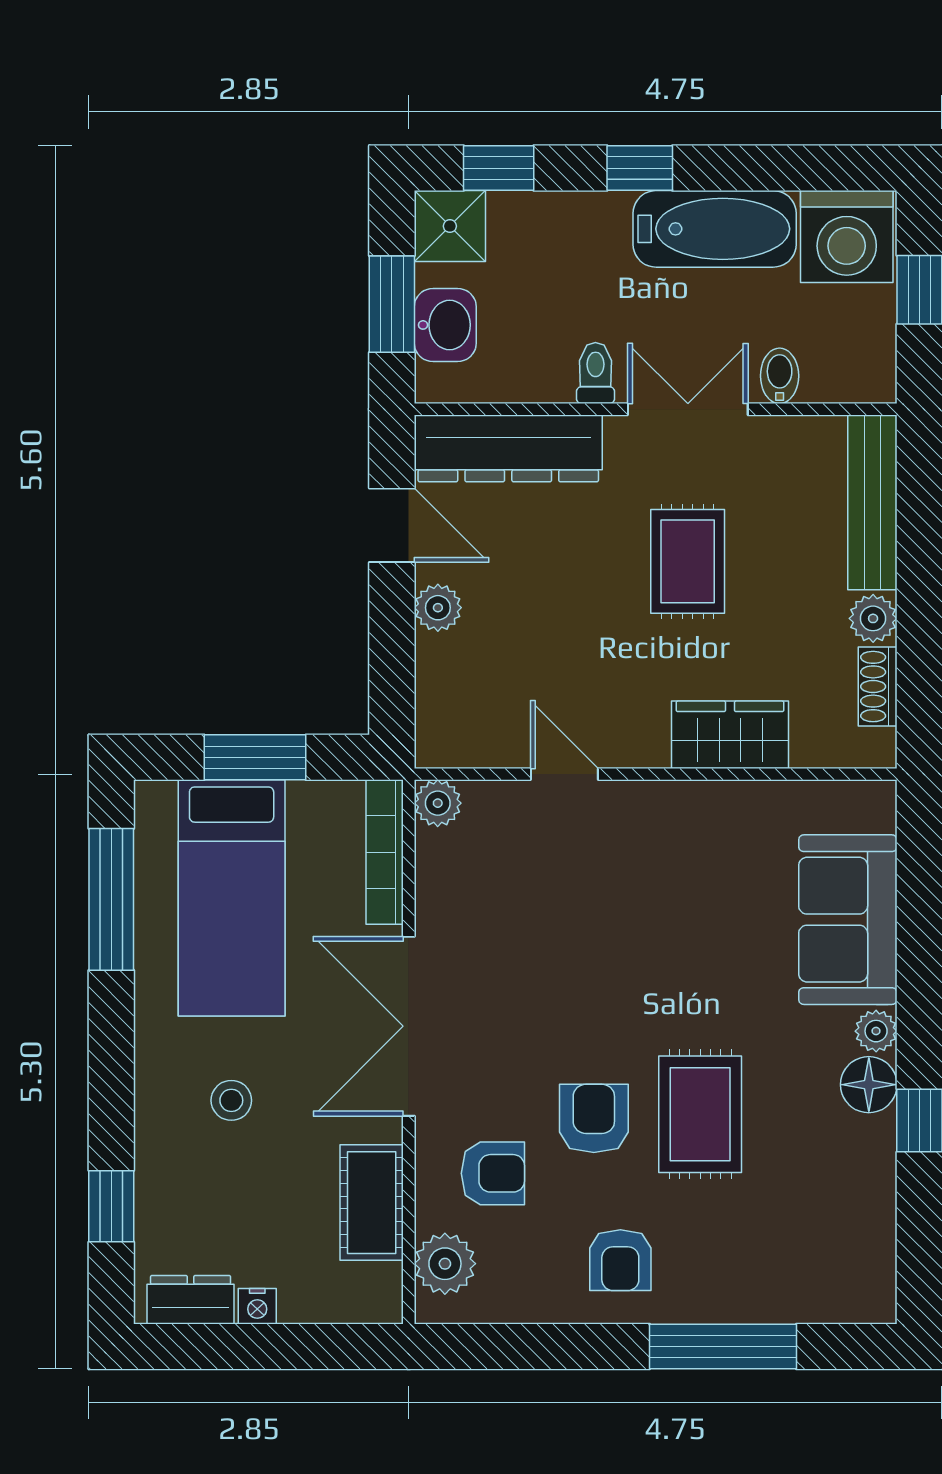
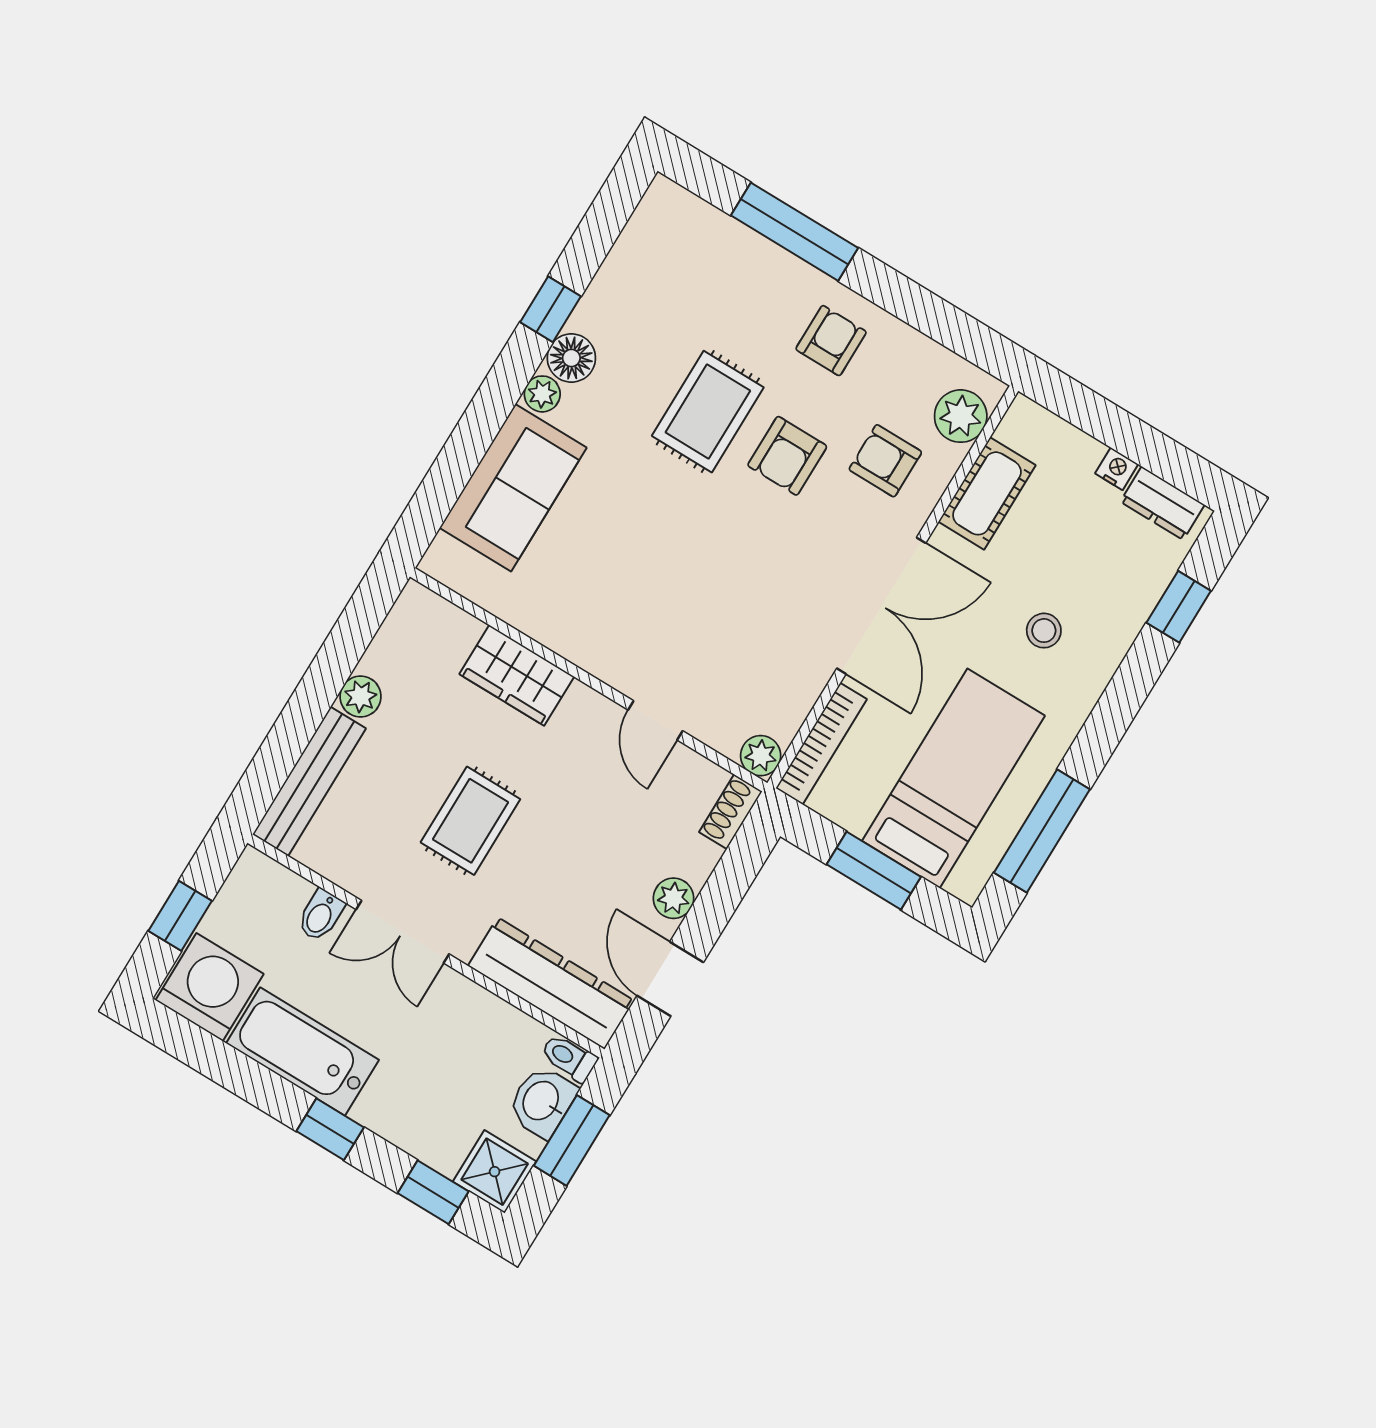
toilet: (595, 373) -> (569, 1058), moved, turned 90
shoe rack: (878, 687) -> (731, 812), moved, turned 180

